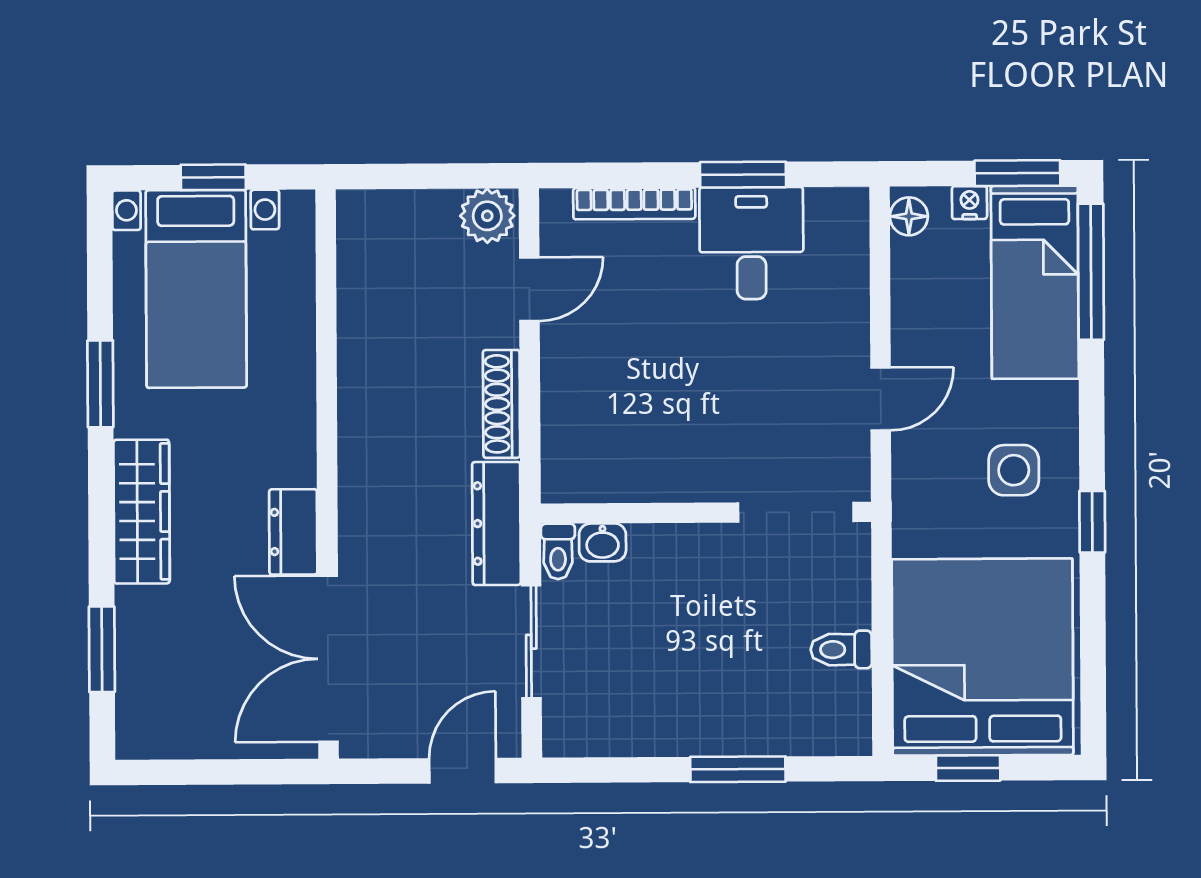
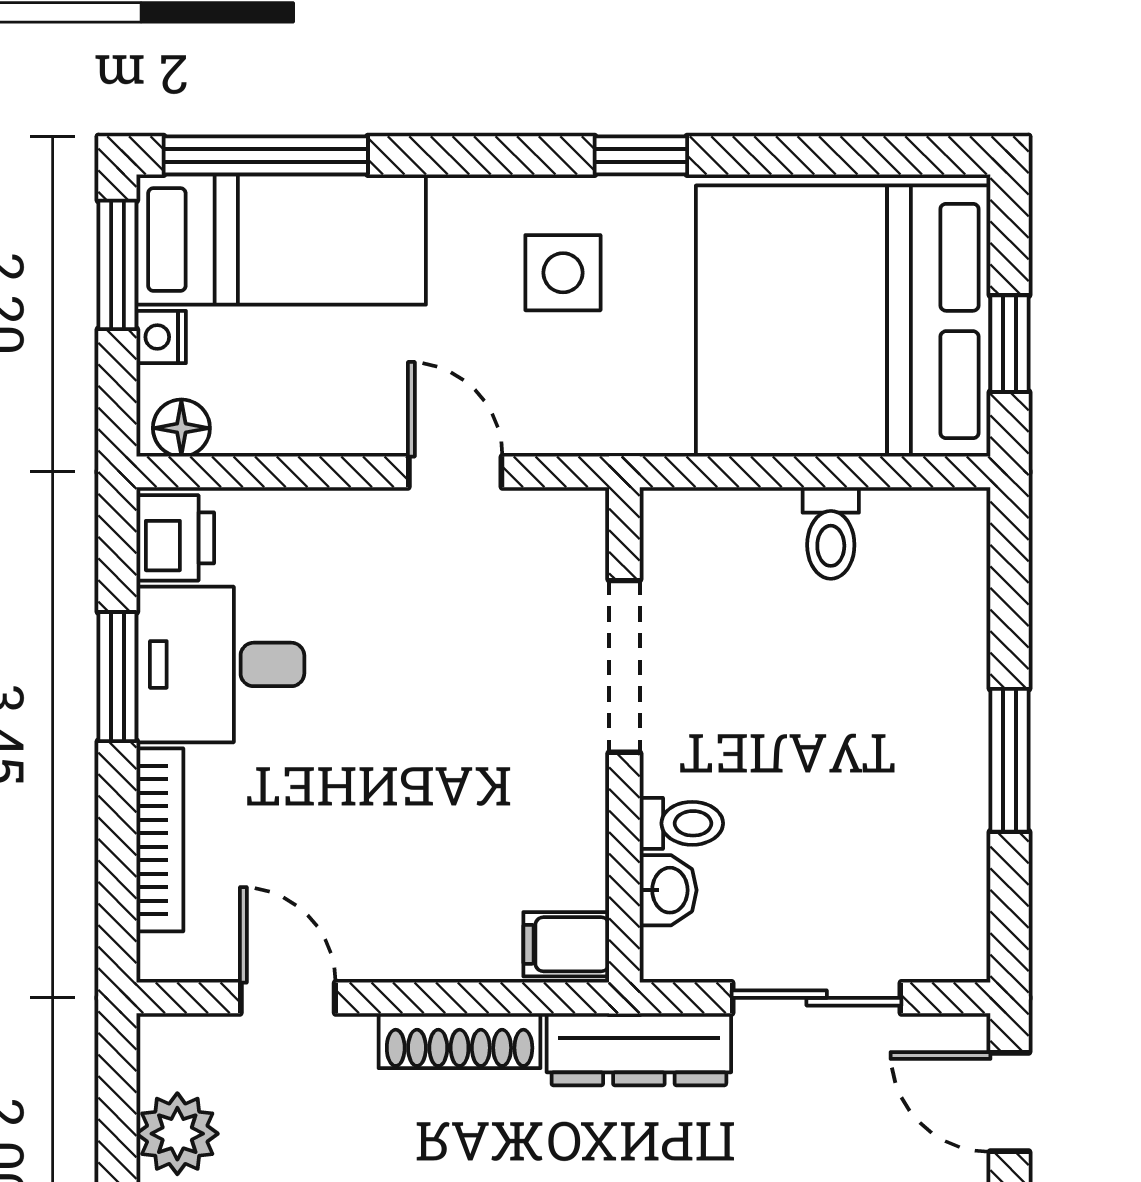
printer: (836, 213) -> (175, 538), added
plant: (487, 216) -> (177, 1134), moved
filing cabinet: (566, 475) -> (566, 944), added
doorway: (796, 512) -> (624, 666), moved
toilet: (558, 551) -> (681, 823), moved
window: (738, 769) -> (1010, 760), moved

